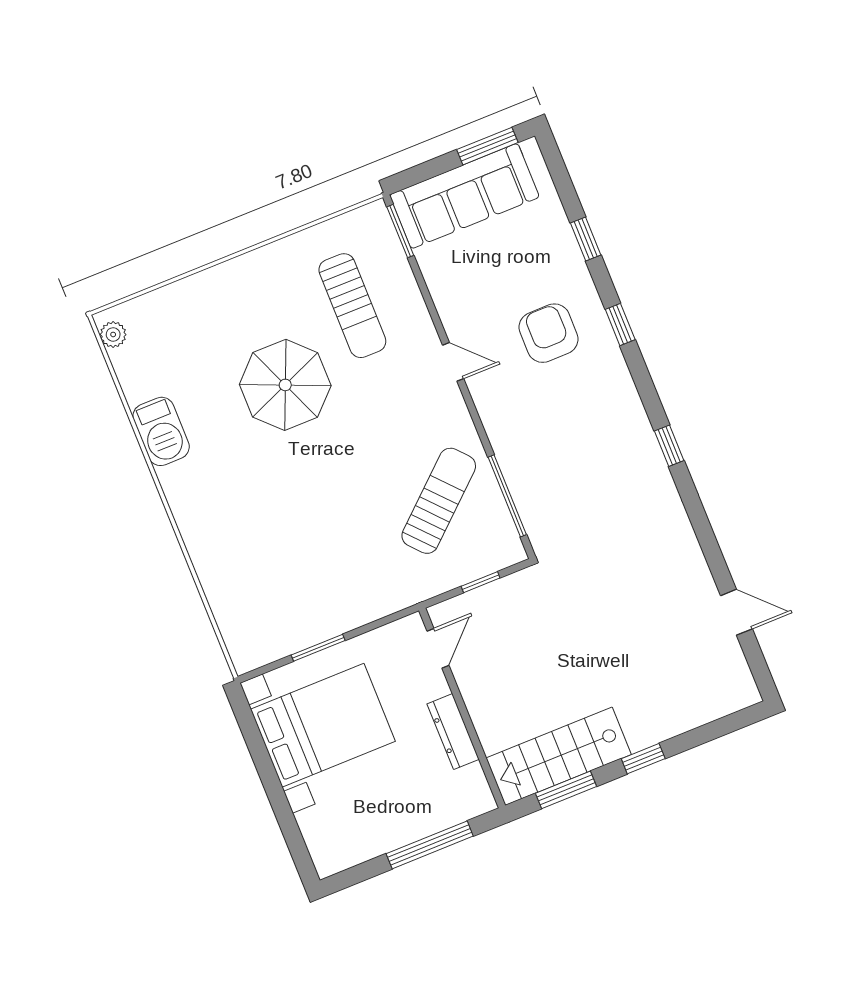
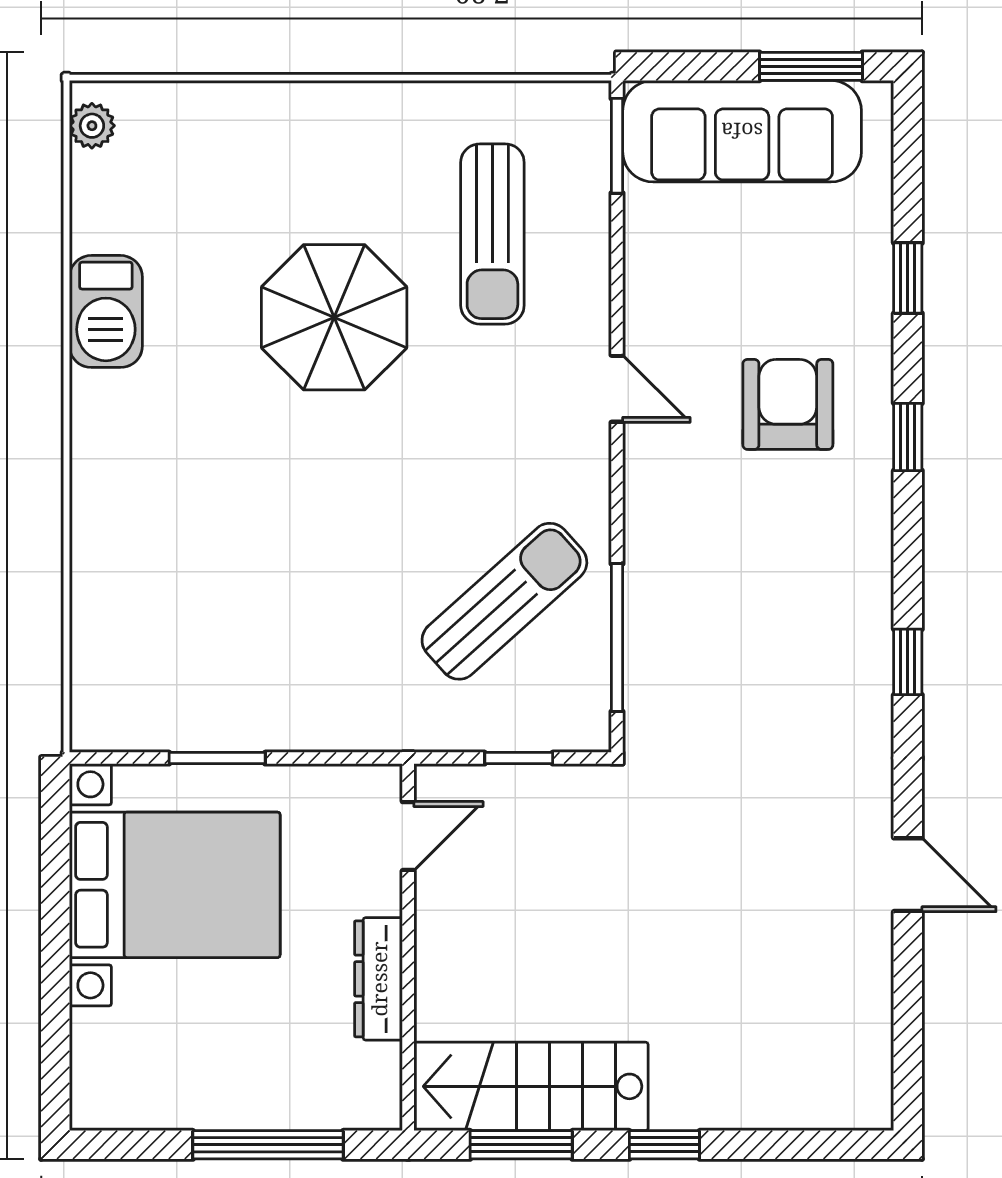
door: (736, 612) -> (908, 875), moved

